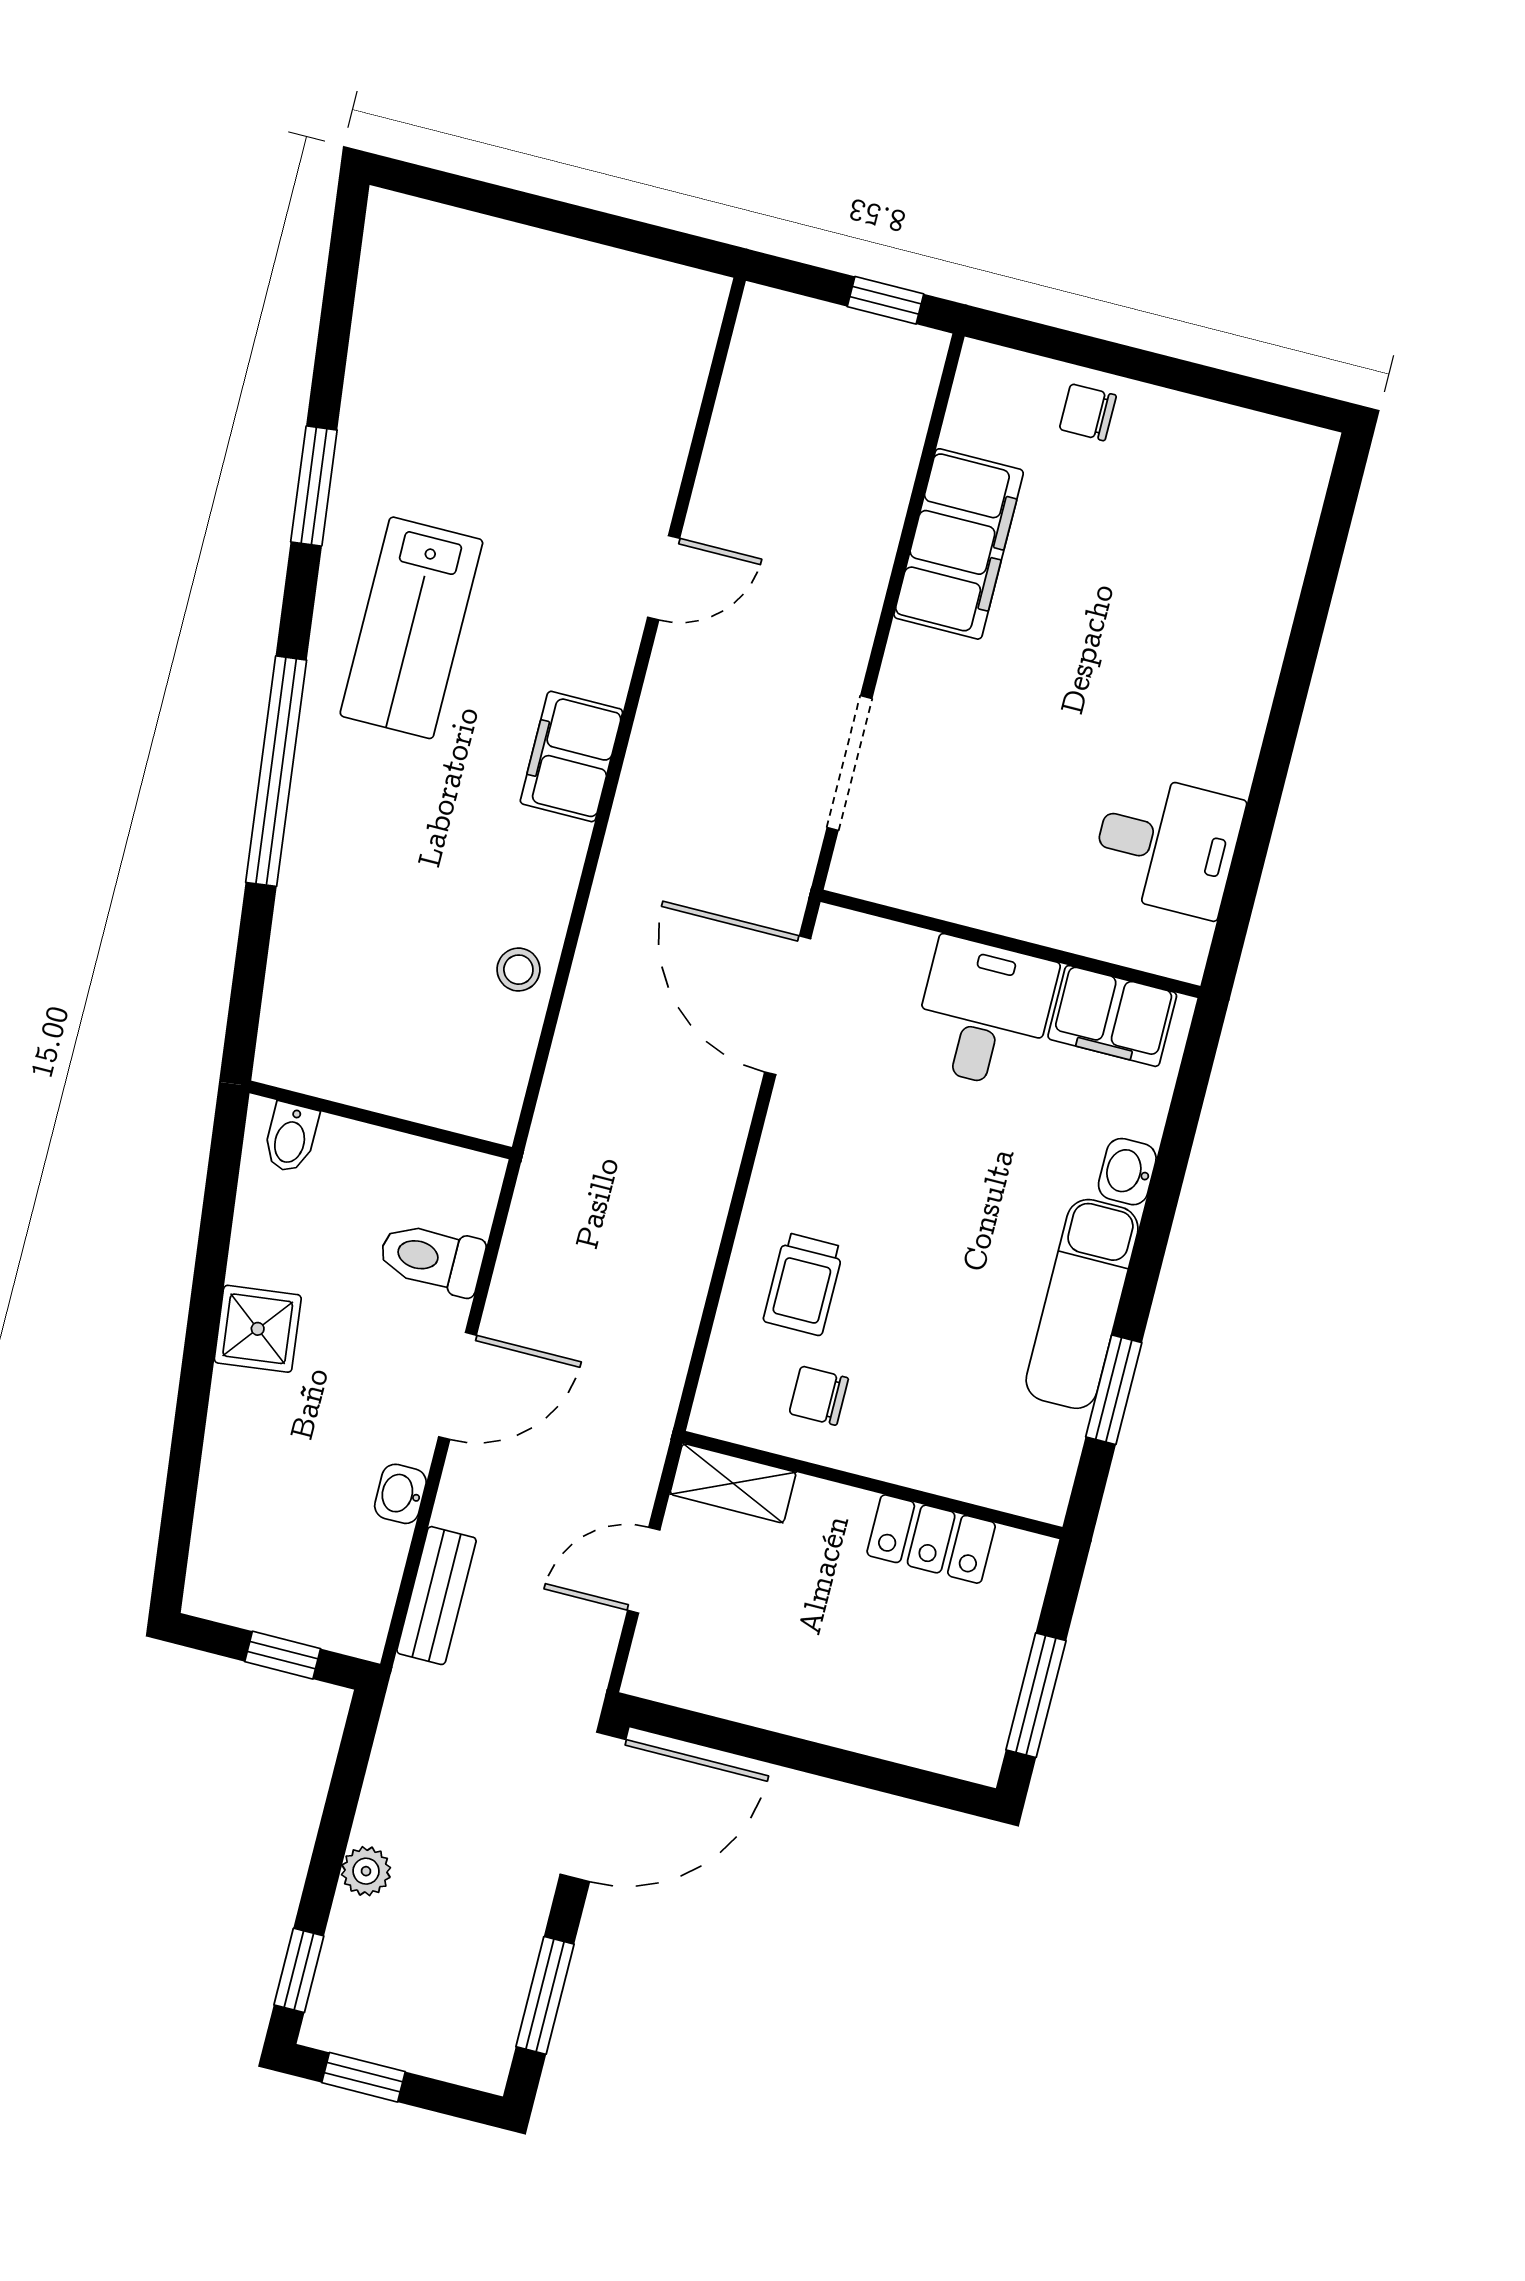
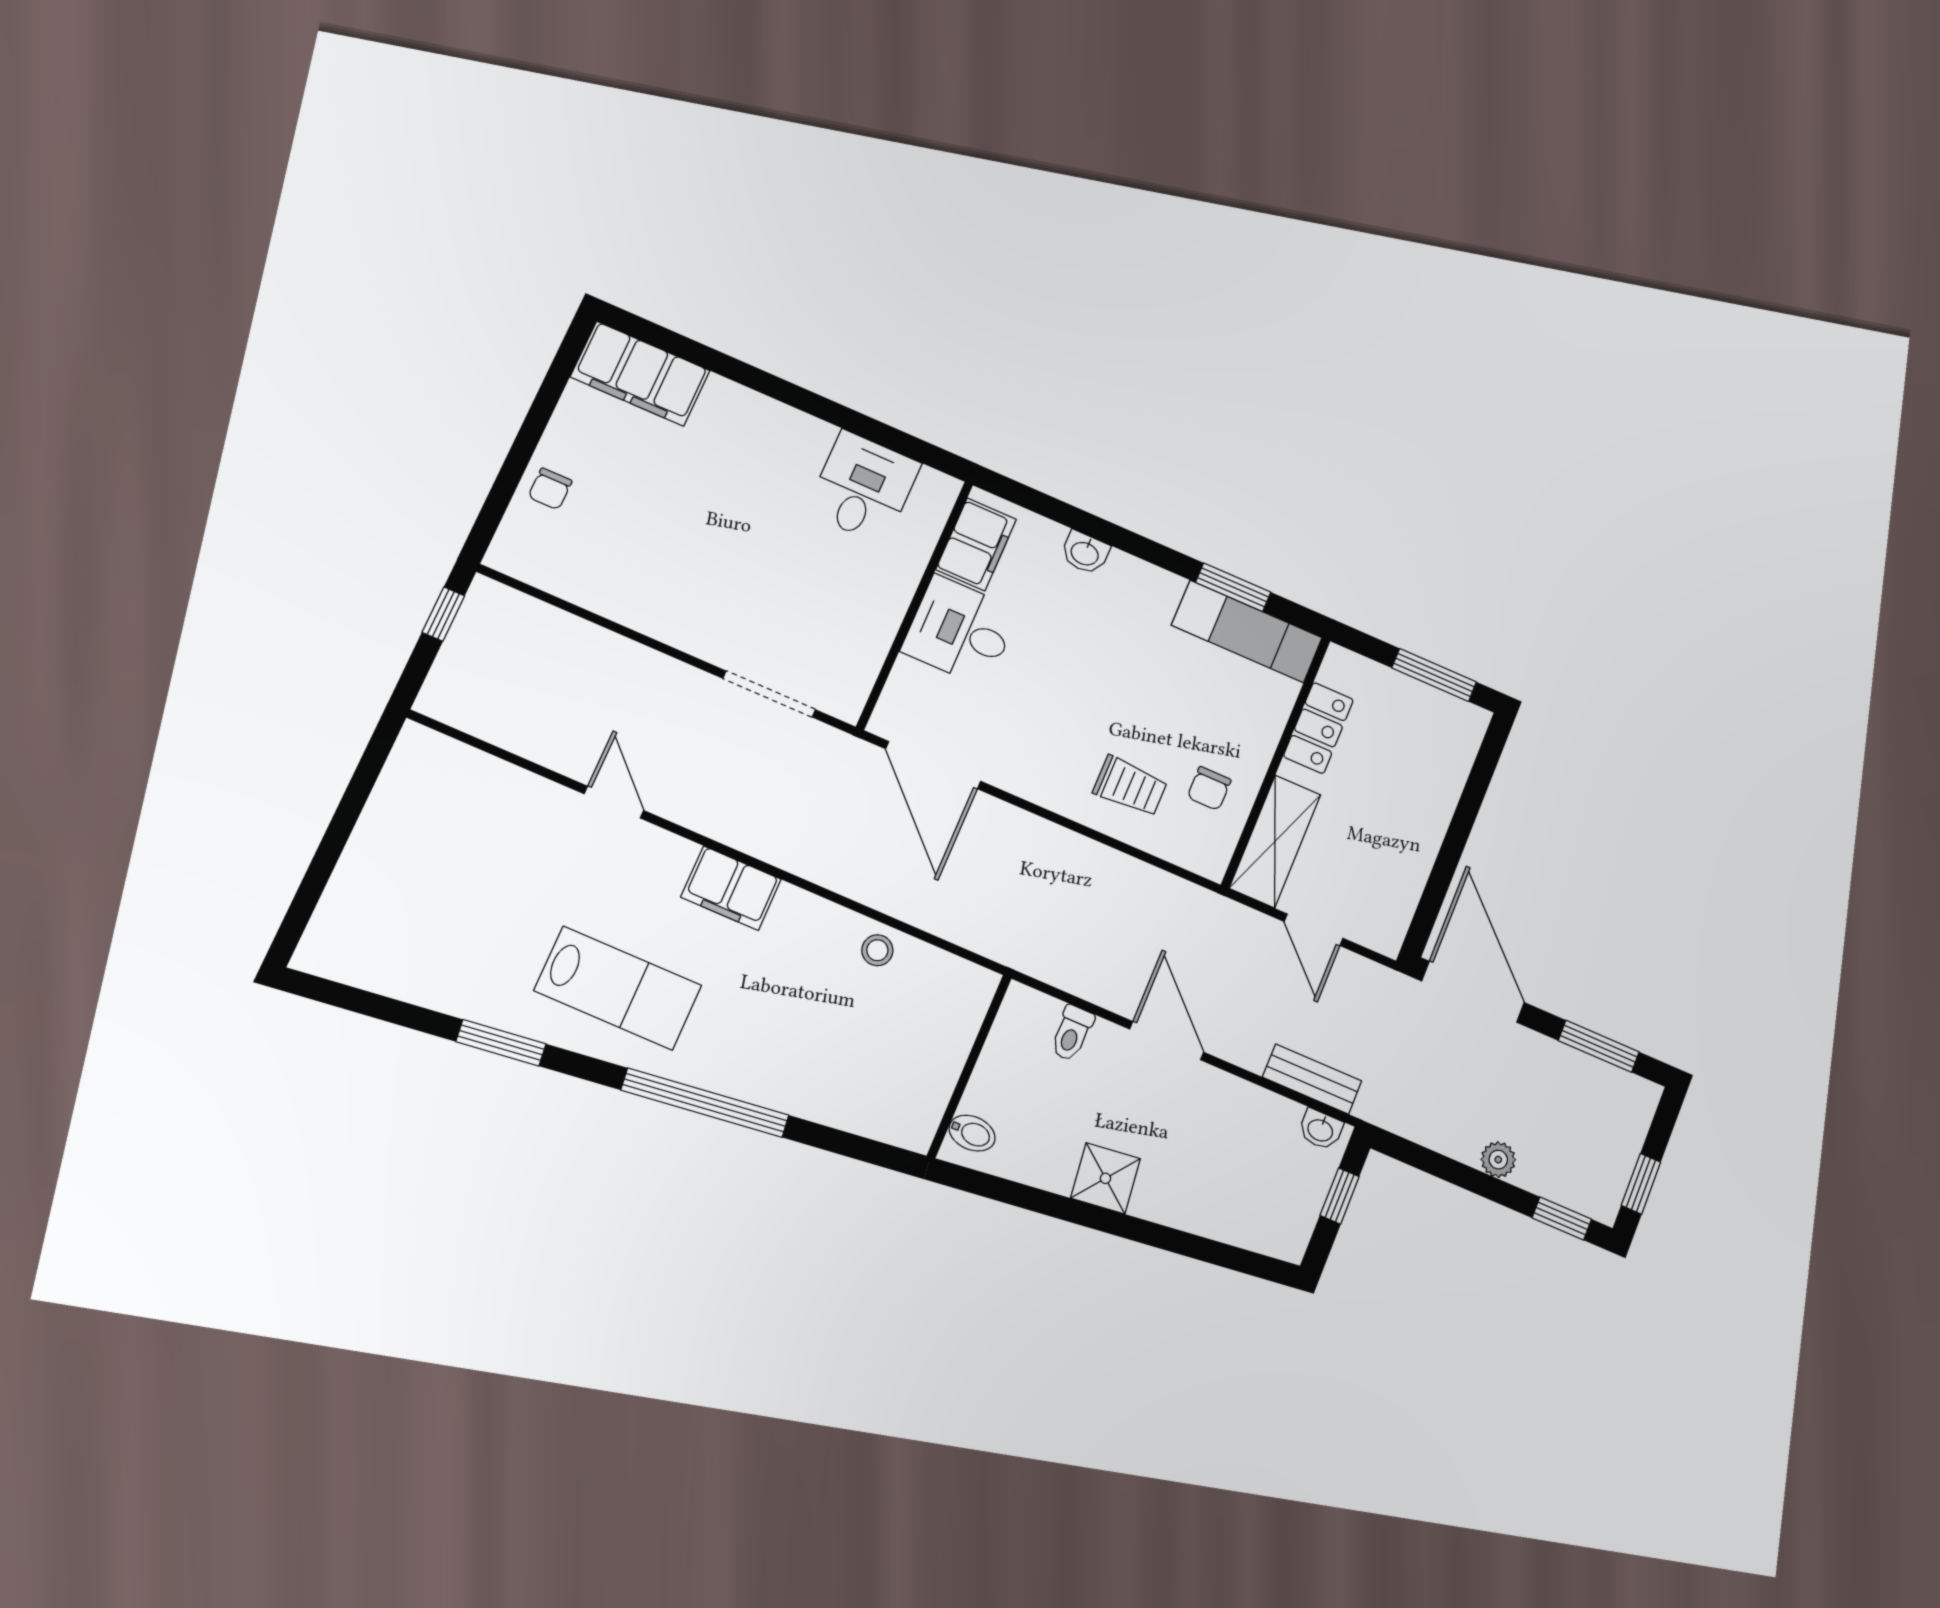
filing cabinet: (959, 544) -> (640, 374), moved, turned 180
door: (788, 1005) -> (933, 765), hinge flipped
toilet: (432, 1258) -> (1072, 1033), width x0.73, depth x0.72
exam couch: (1082, 1304) -> (1247, 631), moved
shelving: (733, 1483) -> (1275, 841), width x1.50, depth x1.33
washbasin: (400, 1494) -> (1321, 1130), moved

